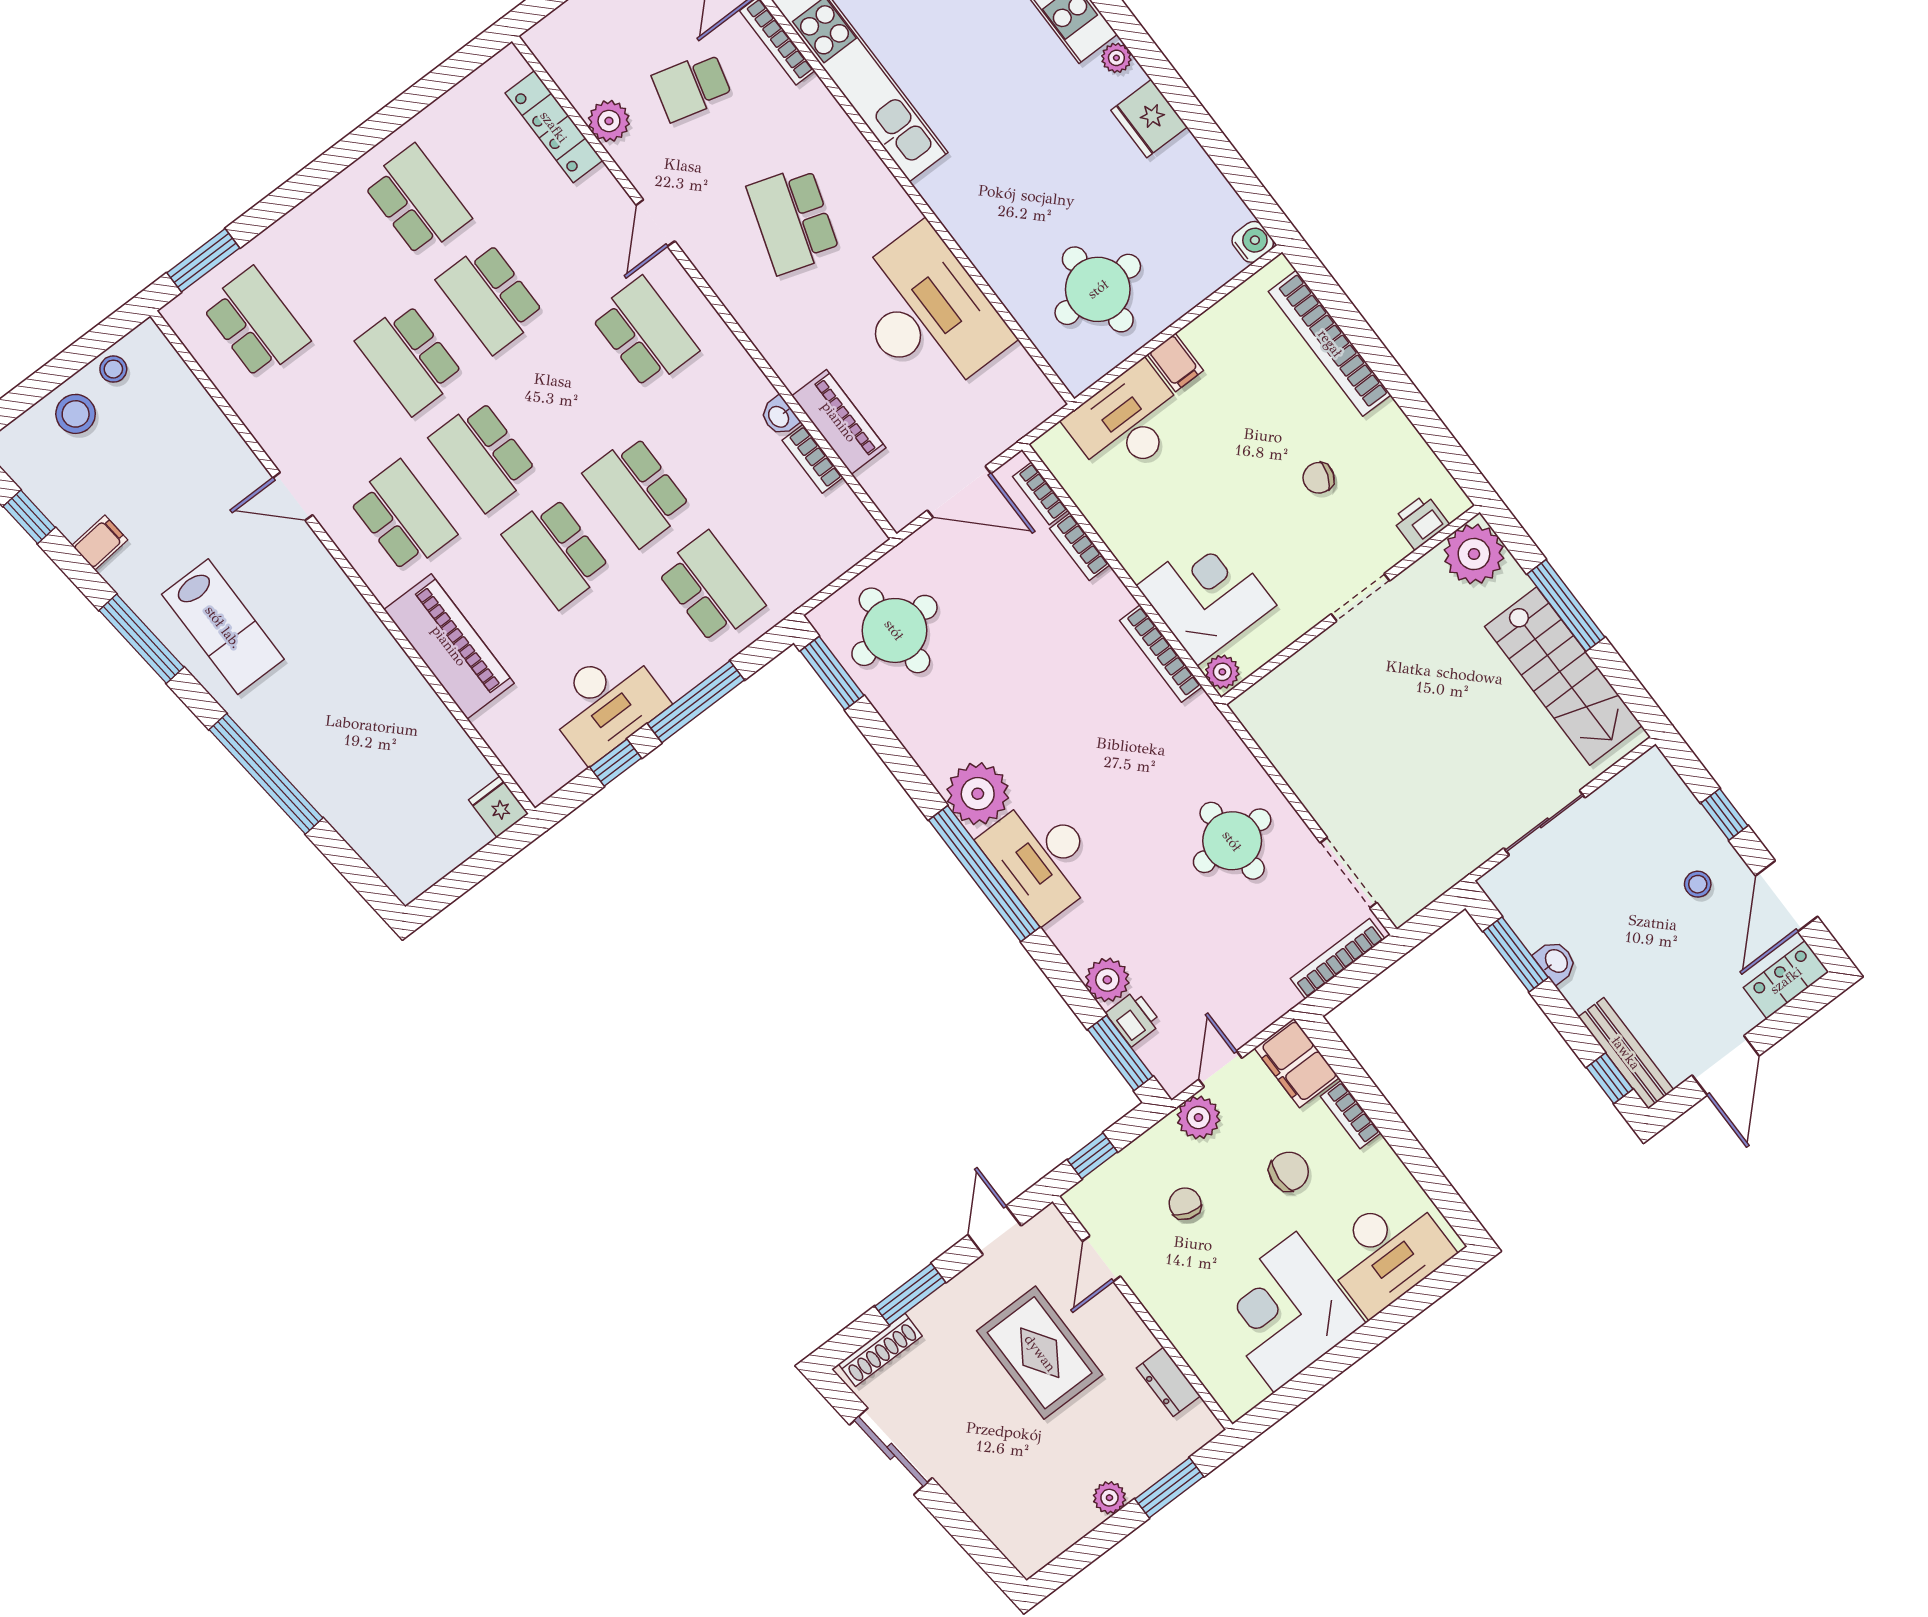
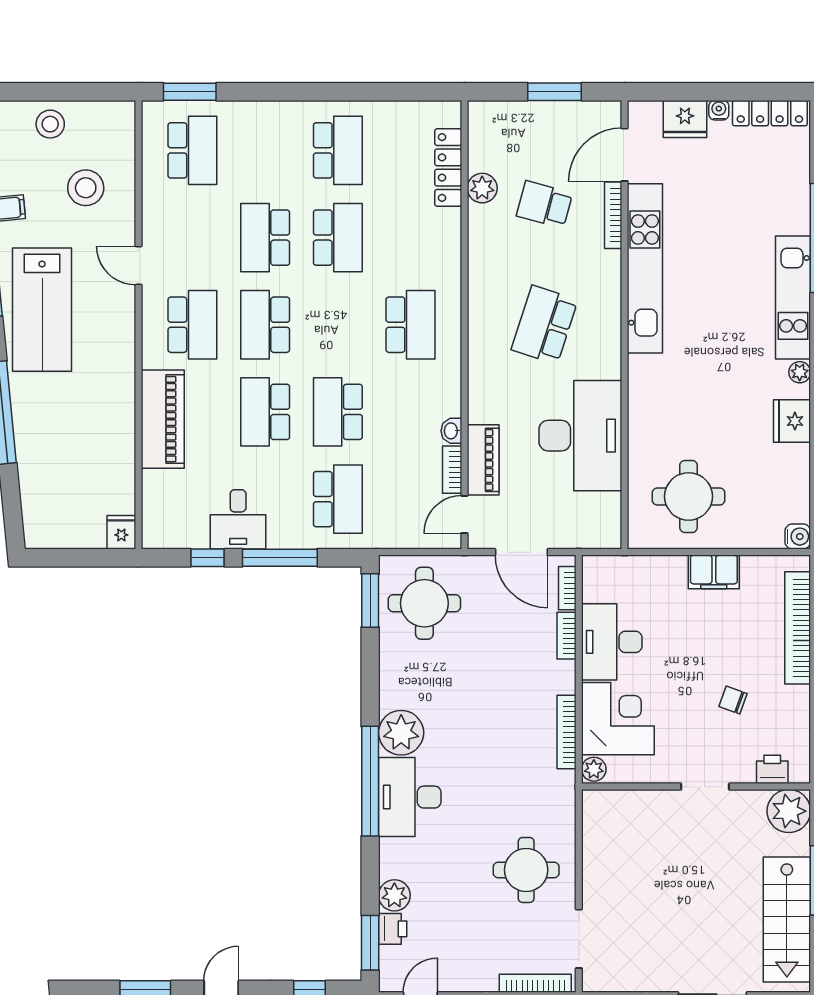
door: (655, 223) -> (464, 514), moved
school desk: (490, 298) -> (338, 238), turned 180
filing cabinet: (1175, 362) -> (714, 572), width x2.00
stool: (113, 369) -> (86, 188), moved, width x1.89, depth x1.89
desk: (1127, 422) -> (612, 642), moved, turned -90
lab bench: (223, 627) -> (42, 310), width x1.36, depth x1.39
desk: (606, 703) -> (238, 519), width x0.73

